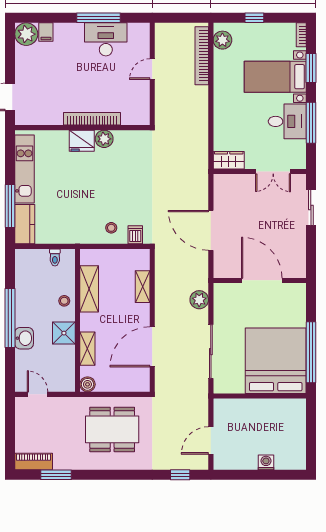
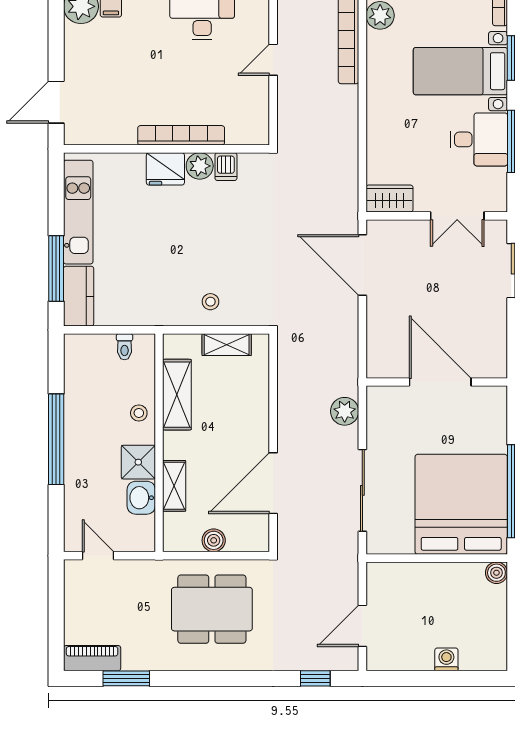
door: (211, 230) -> (362, 265), moved
dishwasher: (135, 235) -> (226, 167), moved, turned 180
shelving: (143, 287) -> (227, 345), moved, turned 90
washbasin: (24, 338) -> (141, 498), moved, turned 180
boiler: (87, 384) -> (214, 540), moved
boiler: (299, 406) -> (496, 573), added

